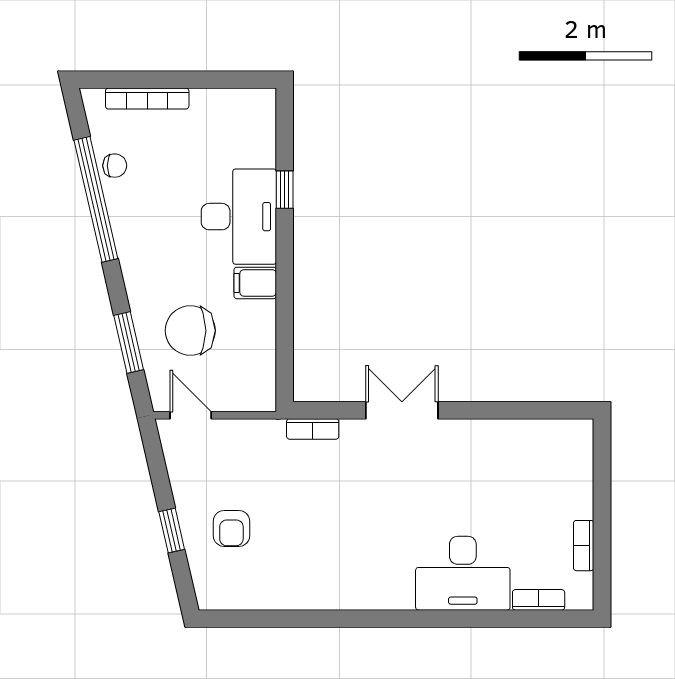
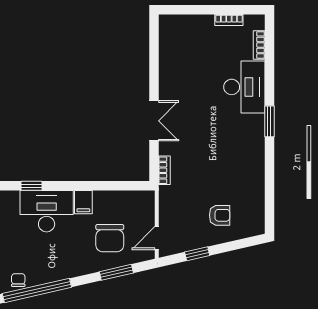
double door: (402, 410) -> (154, 121), swing flipped
window: (172, 531) -> (197, 254), moved
window: (401, 619) -> (269, 121), added

